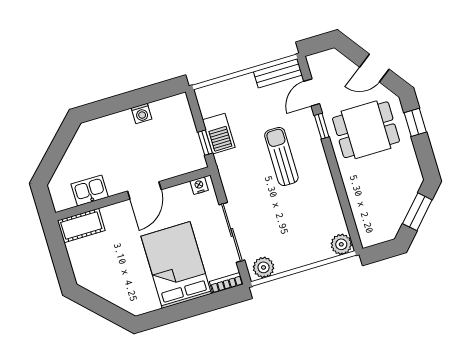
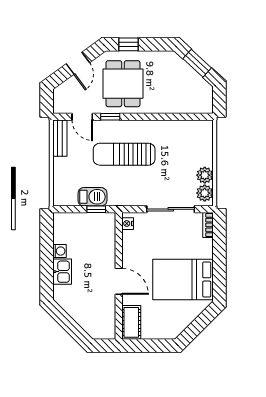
sun lounger: (281, 156) -> (124, 154), width x1.36, depth x1.34
kitchen sink: (90, 190) -> (62, 272), moved, turned 180
door: (144, 190) -> (119, 281), moved
plant: (341, 244) -> (205, 175), moved
bed: (176, 265) -> (183, 279), moved

